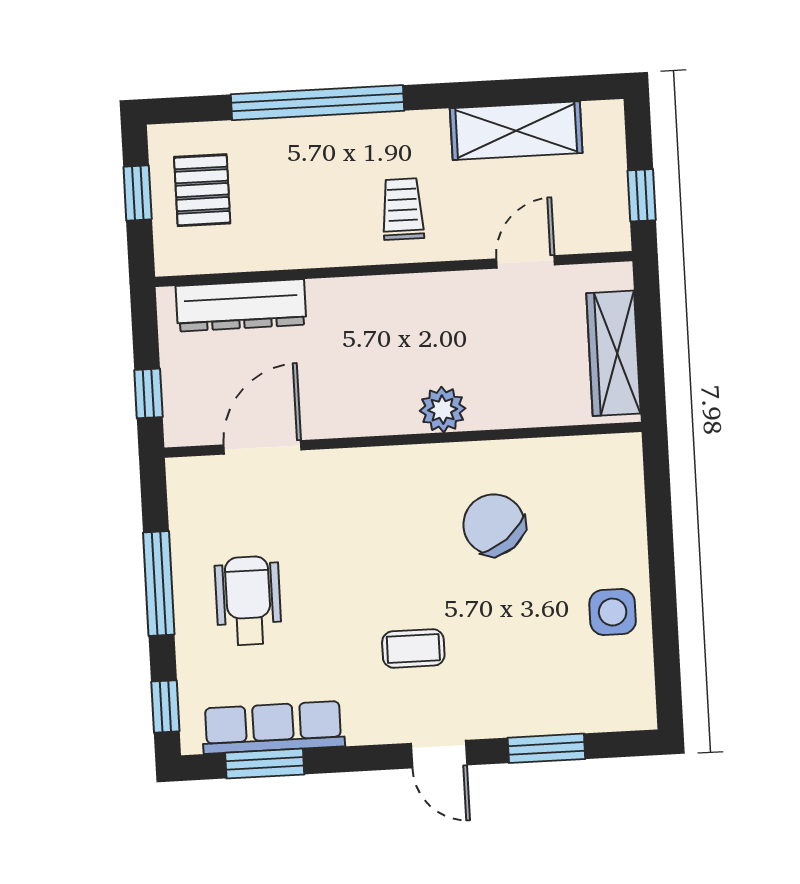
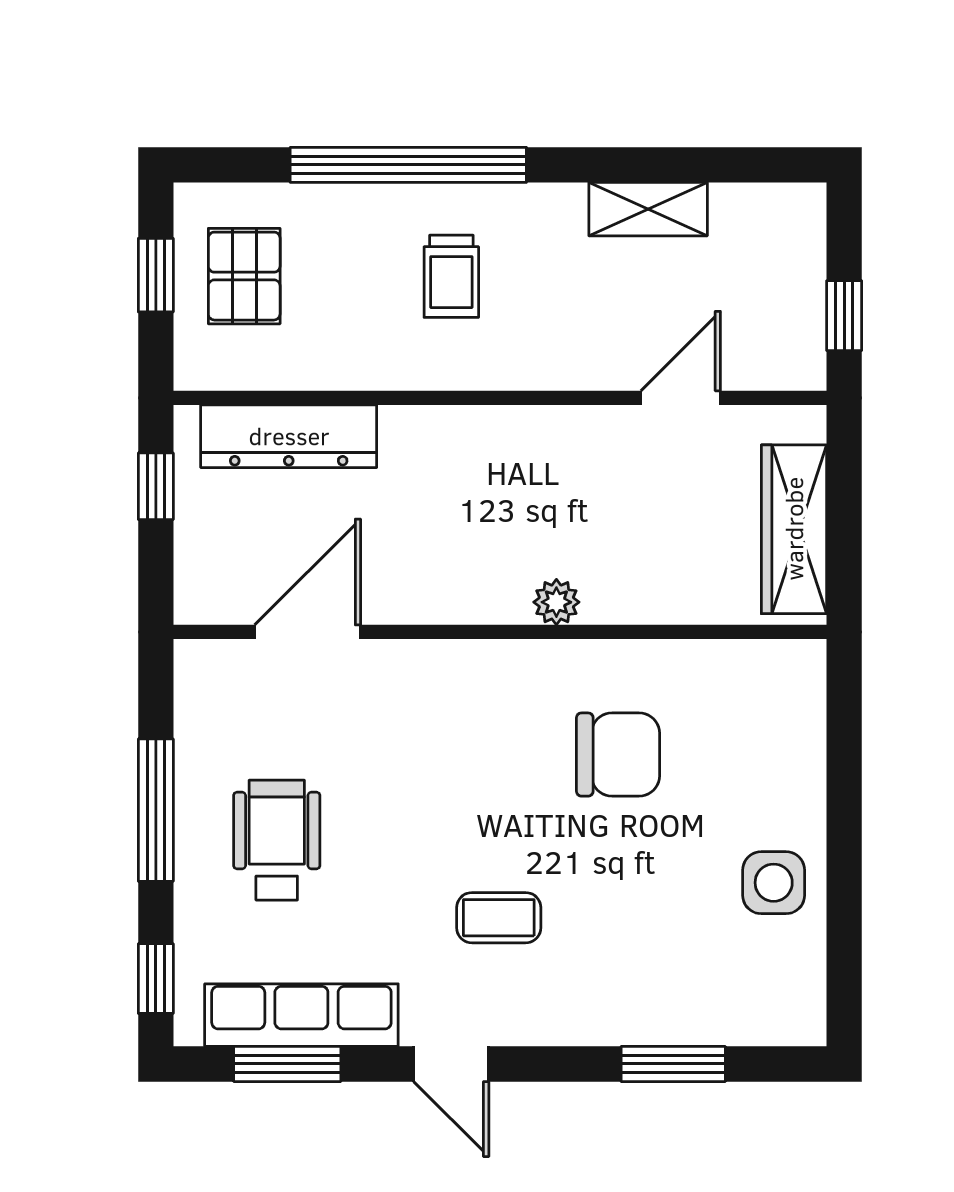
shelving: (516, 131) -> (648, 209), width x0.67, depth x0.75
trolley: (403, 209) -> (451, 276), moved, turned 180
window: (148, 393) -> (156, 486), moved
plant: (443, 410) -> (556, 602), width x0.73, depth x0.73
chair: (494, 525) -> (618, 755), turned 128
door: (439, 754) -> (451, 1064), moved

